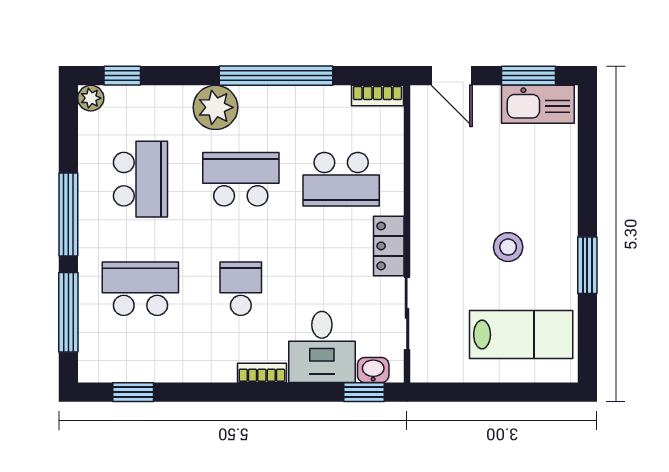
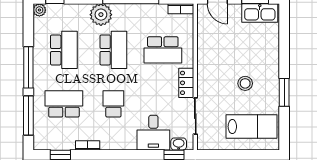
school desk: (241, 179) -> (113, 50), turned 90
bookcase: (262, 373) -> (88, 145), moved

